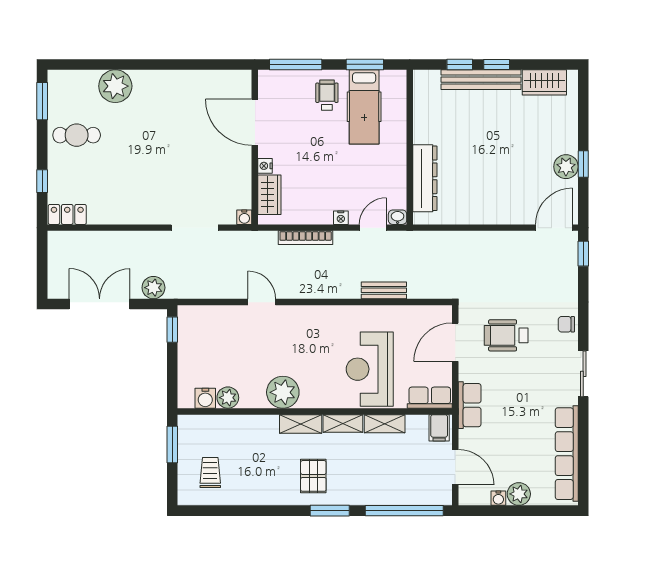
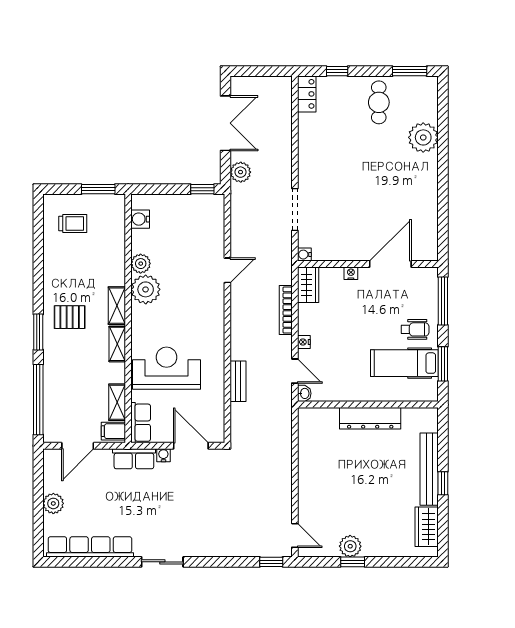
window: (460, 64) -> (443, 450), removed
dresser: (425, 178) -> (370, 418), moved
wardrobe: (269, 195) -> (308, 285), moved, turned -90
door: (554, 228) -> (295, 535), width x0.73
chair: (566, 324) -> (207, 547), removed
wheelchair: (506, 335) -> (197, 492), removed
plant: (228, 398) -> (141, 264), moved
shelving: (385, 424) -> (117, 402), moved
water cooler: (498, 498) -> (163, 455), moved, turned 90

